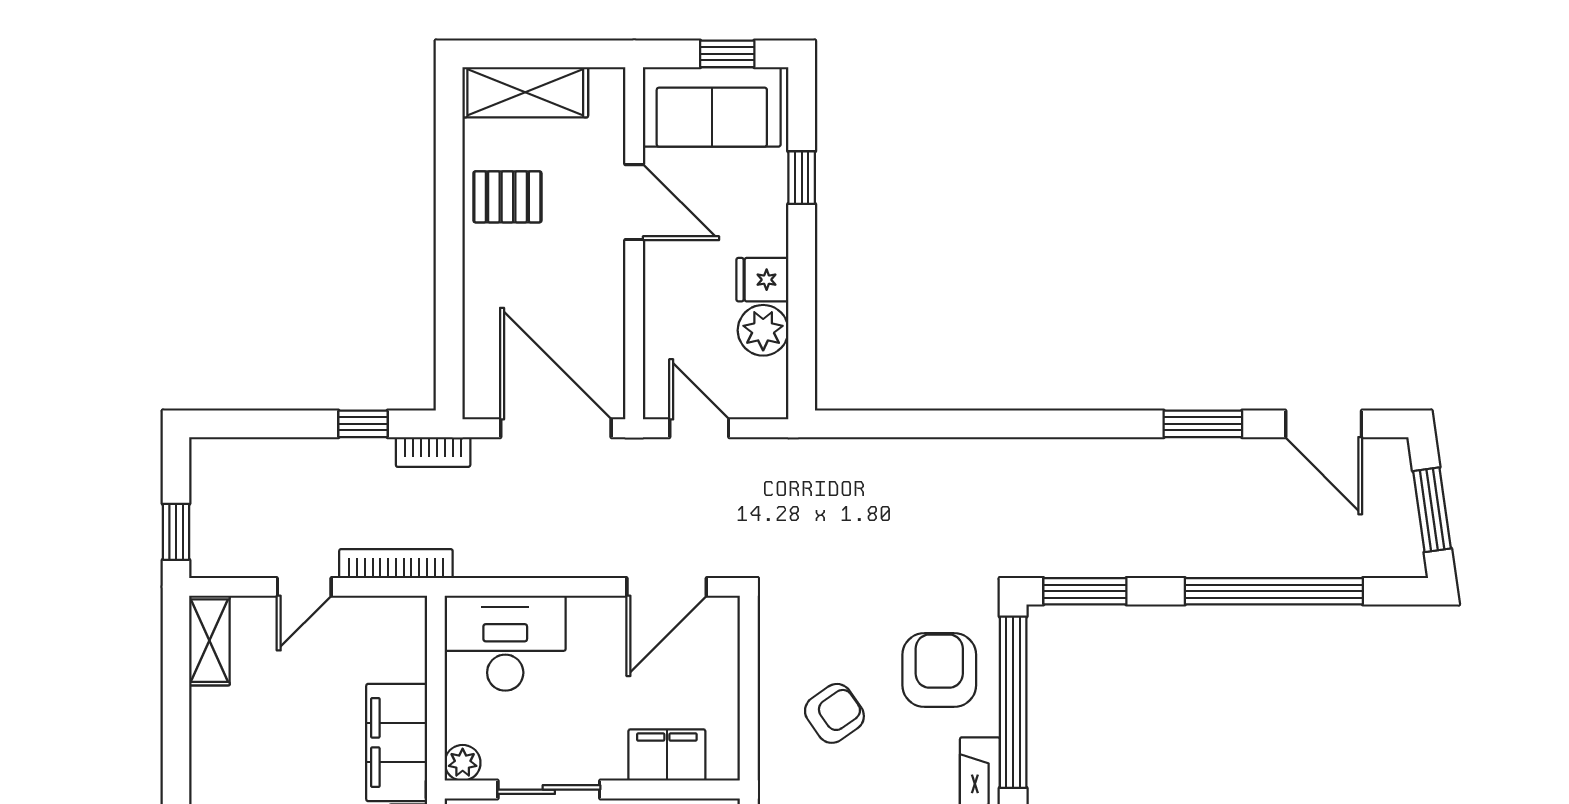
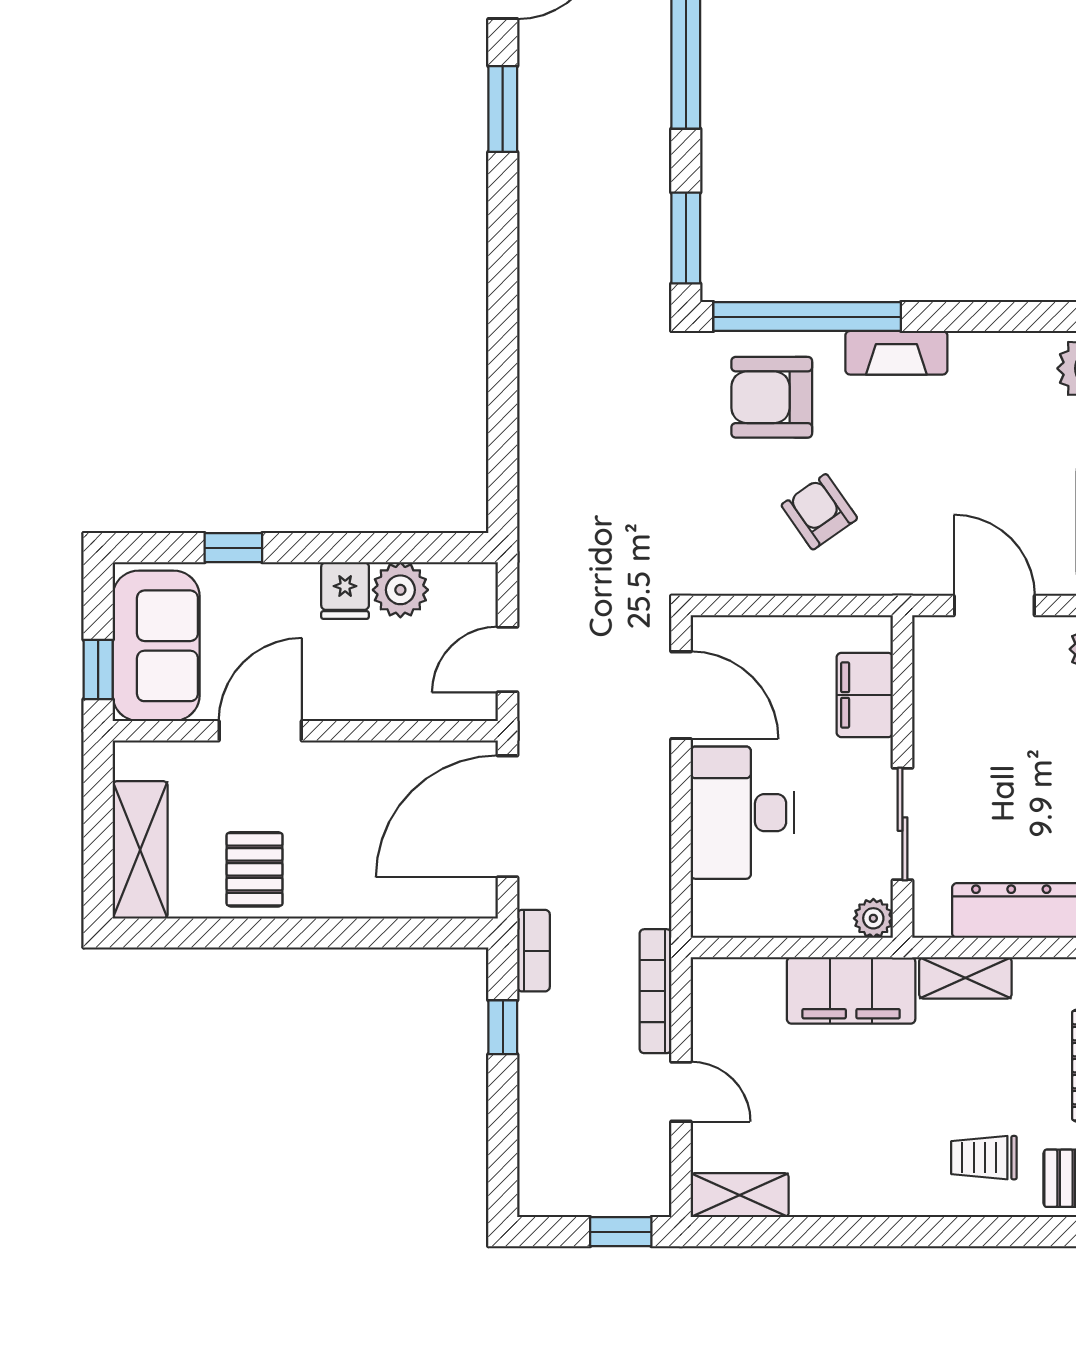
window: (727, 54) -> (98, 669), moved
desk: (505, 643) -> (743, 813), moved

